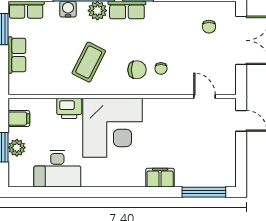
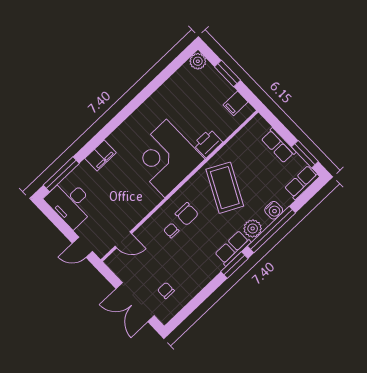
coffee table: (89, 62) -> (225, 188), width x1.36, depth x1.32
chair: (137, 70) -> (187, 214), turned -90
plant: (17, 148) -> (198, 61), moved
desk: (57, 169) -> (70, 203), moved, turned -90

